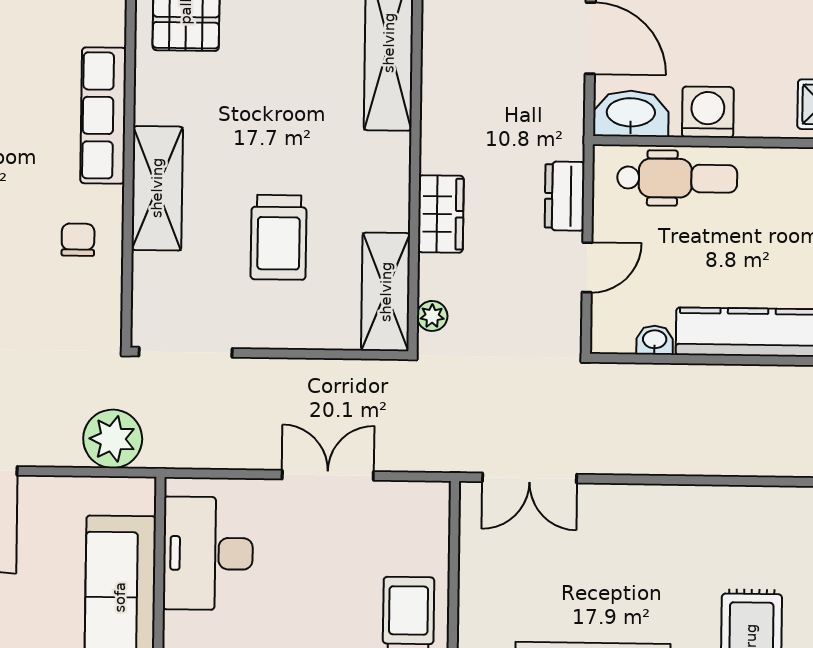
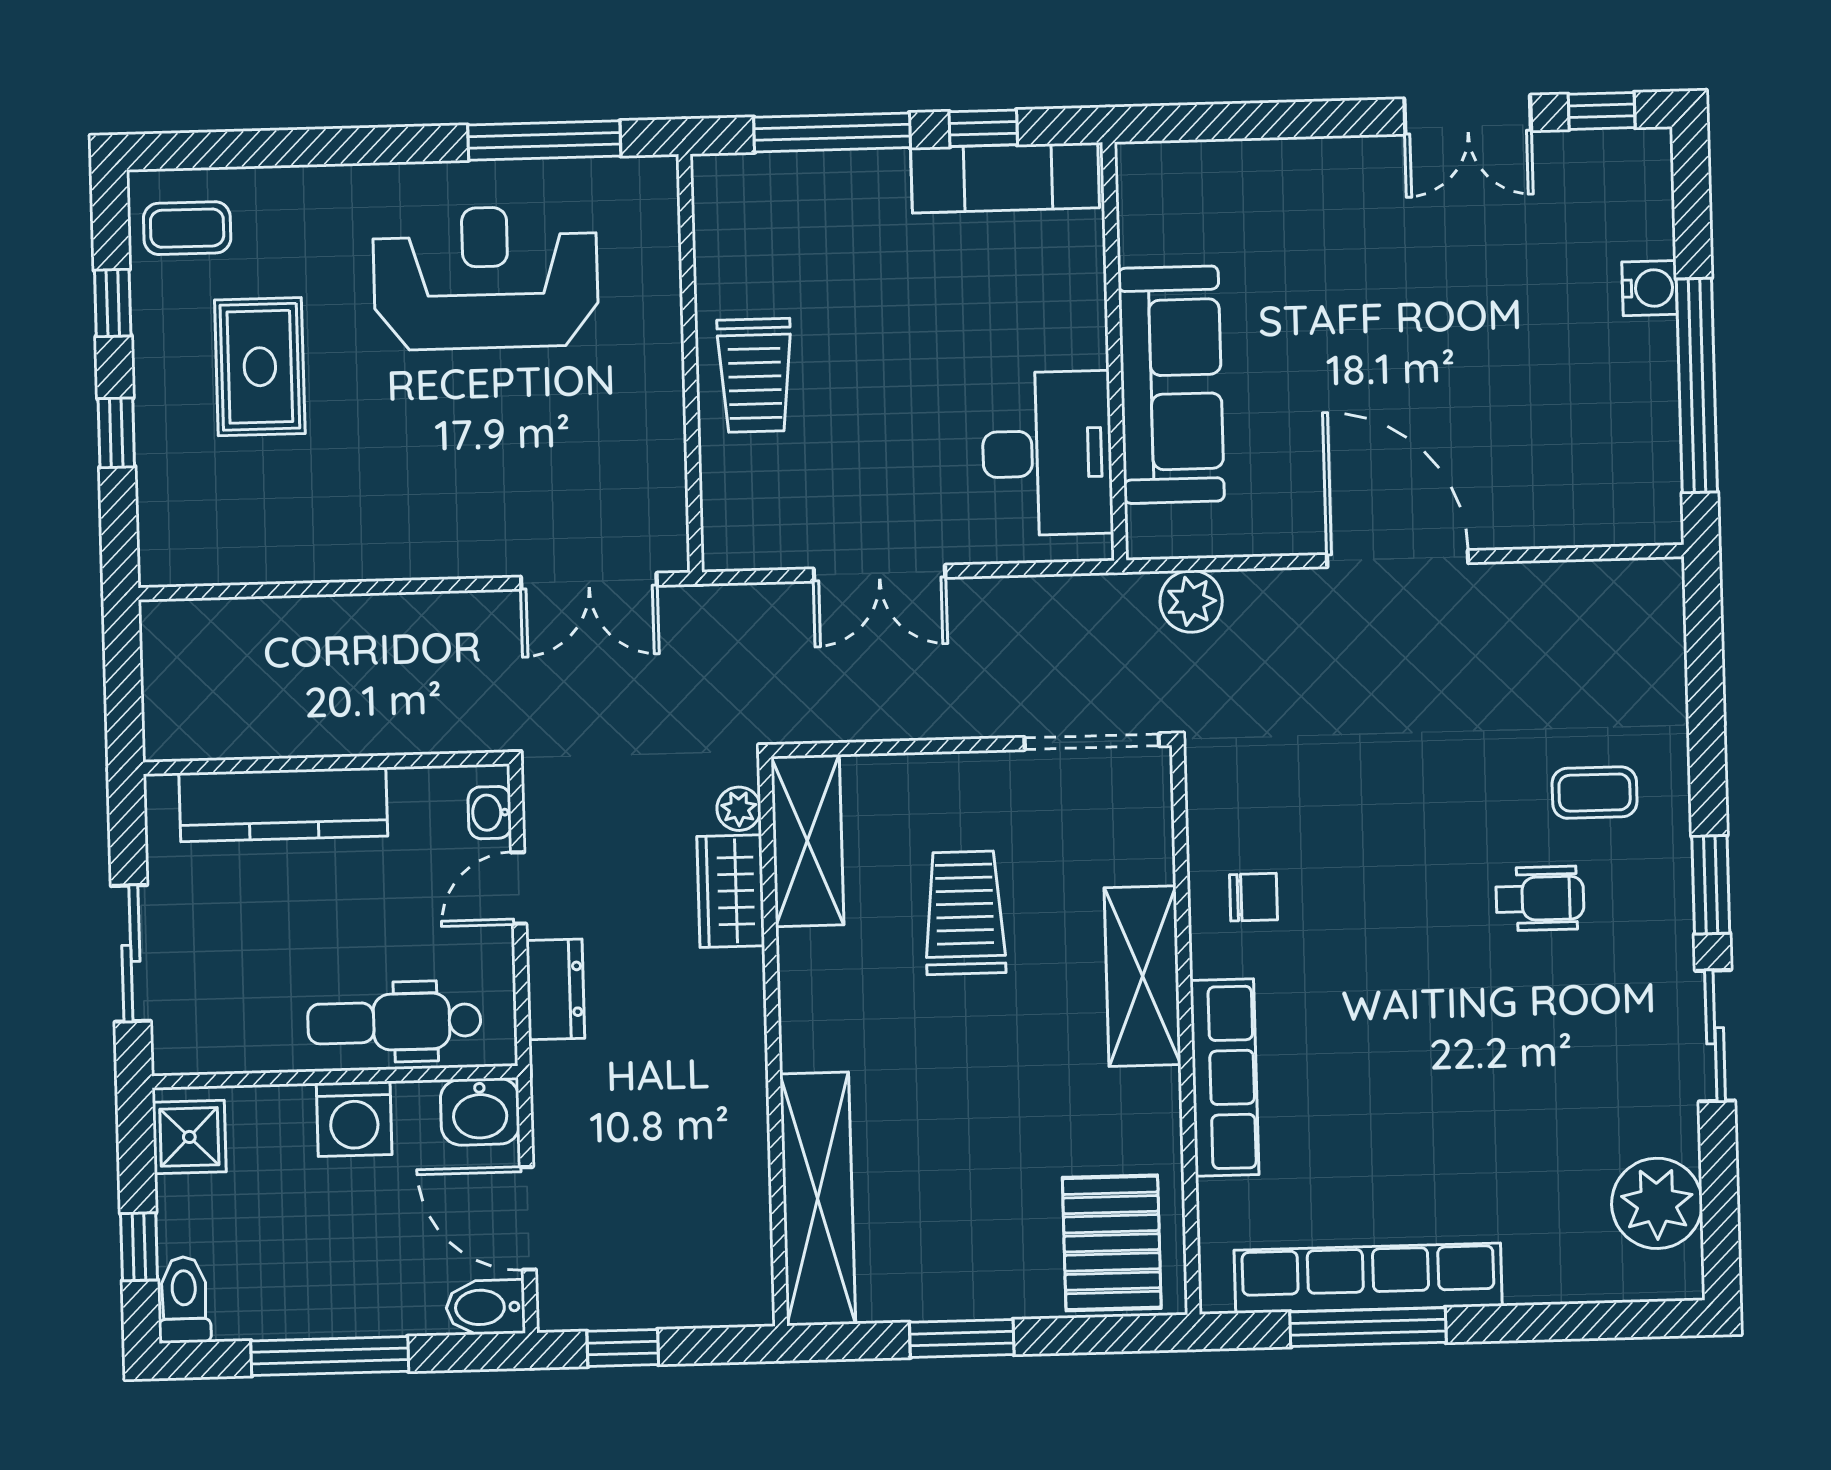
washbasin: (631, 114) -> (480, 1112), width x0.72
wardrobe: (441, 214) -> (731, 891), moved
chair: (78, 240) -> (1253, 897), turned -90
washbasin: (655, 340) -> (490, 813), moved, turned 90
plant: (113, 439) -> (1191, 601), width x0.73, depth x0.73
double door: (529, 478) -> (589, 581), swing flipped

